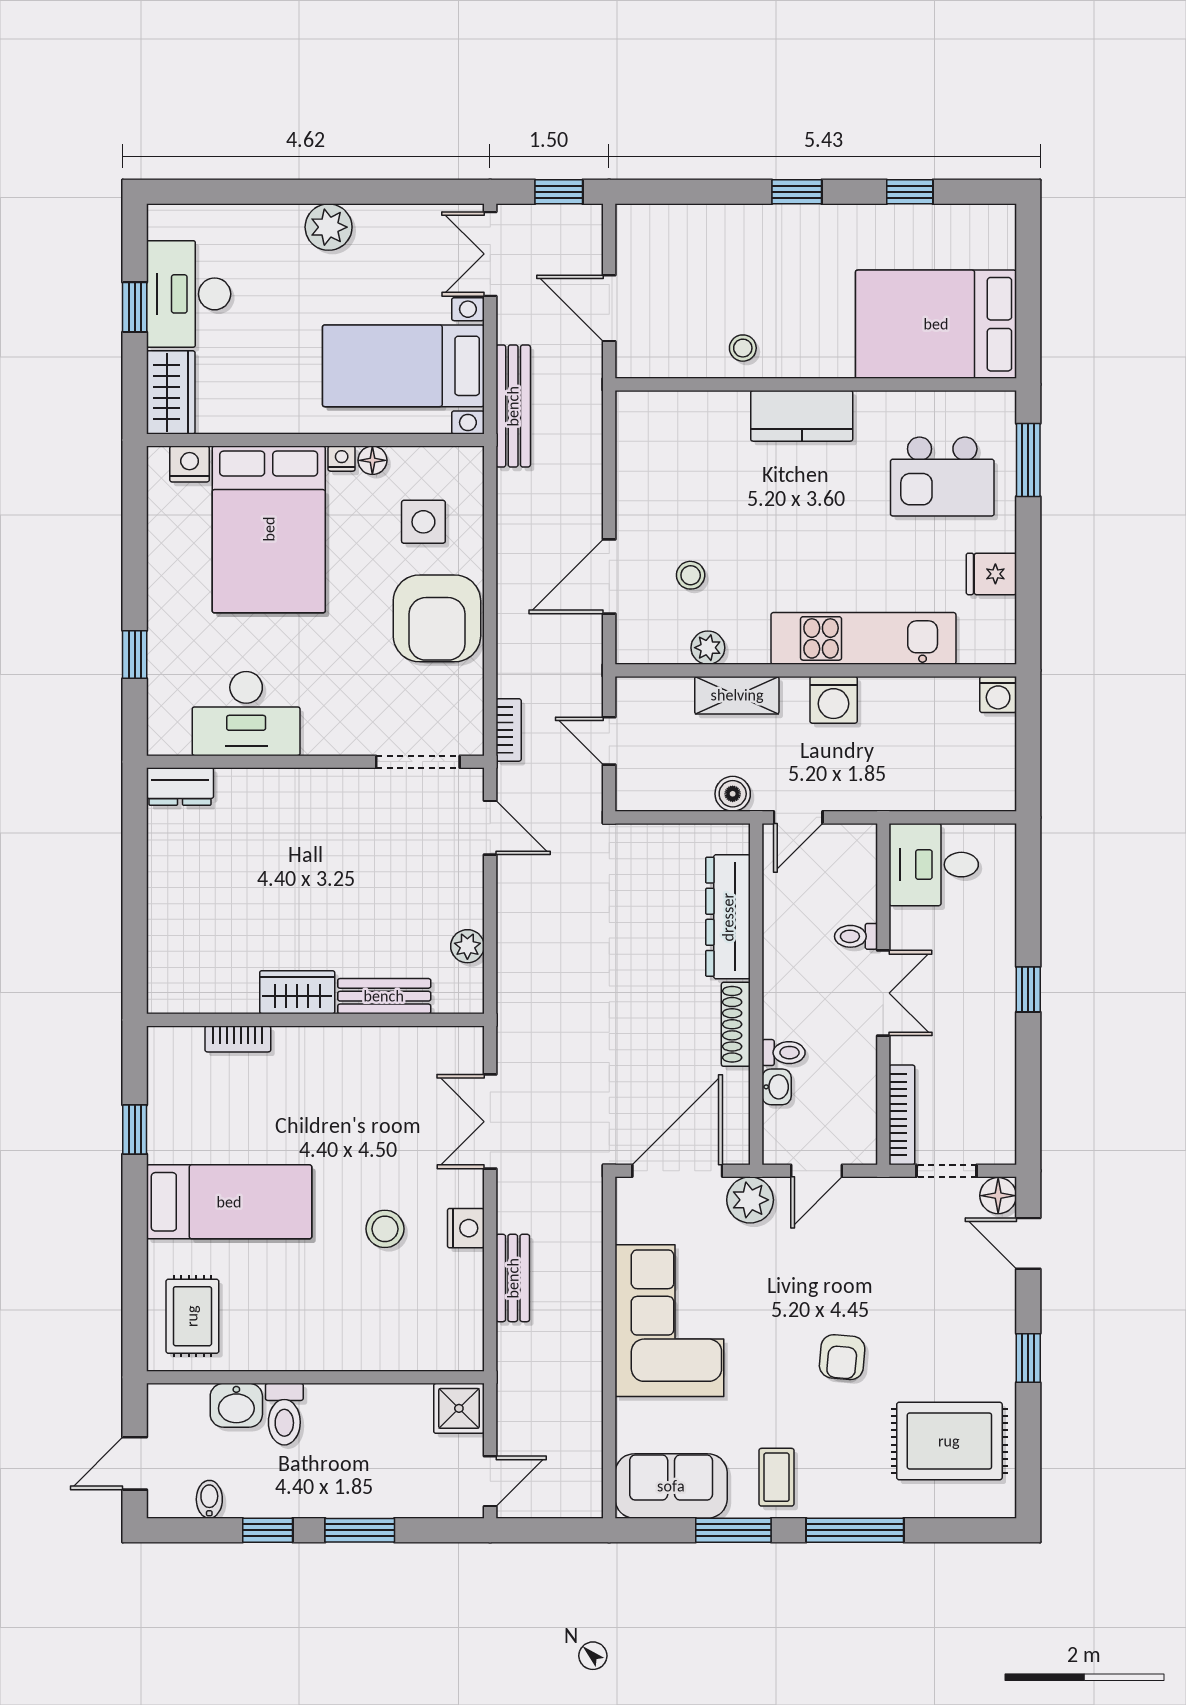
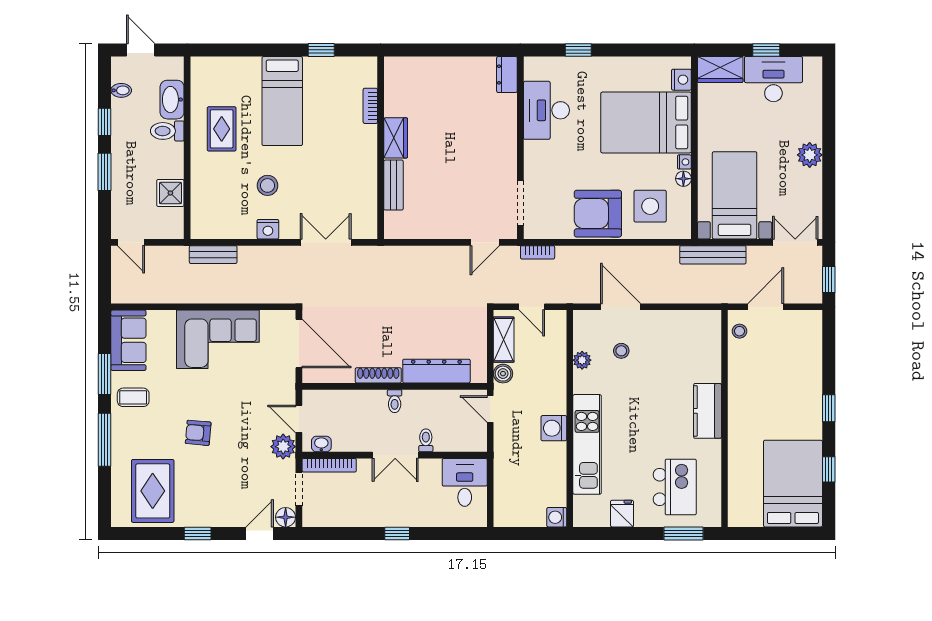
bed: (936, 324) -> (793, 484), moved
stool: (743, 348) -> (739, 331), moved
kitchen island: (942, 477) -> (675, 487), turned 180
side table: (423, 522) -> (650, 206), width x1.37, depth x1.37
shelving: (737, 695) -> (504, 340), moved
door: (609, 741) -> (532, 307), swing flipped
plant: (467, 946) -> (421, 230), removed
toilet: (784, 1053) -> (395, 401), moved
washbasin: (777, 1087) -> (321, 444), moved, turned 180
plant: (750, 1200) -> (283, 447), moved
bench: (513, 1278) -> (213, 255), moved
rug: (192, 1316) -> (222, 129), moved, turned 90
washbasin: (236, 1405) -> (172, 100), width x1.38
shower: (459, 1408) -> (170, 193), moved

